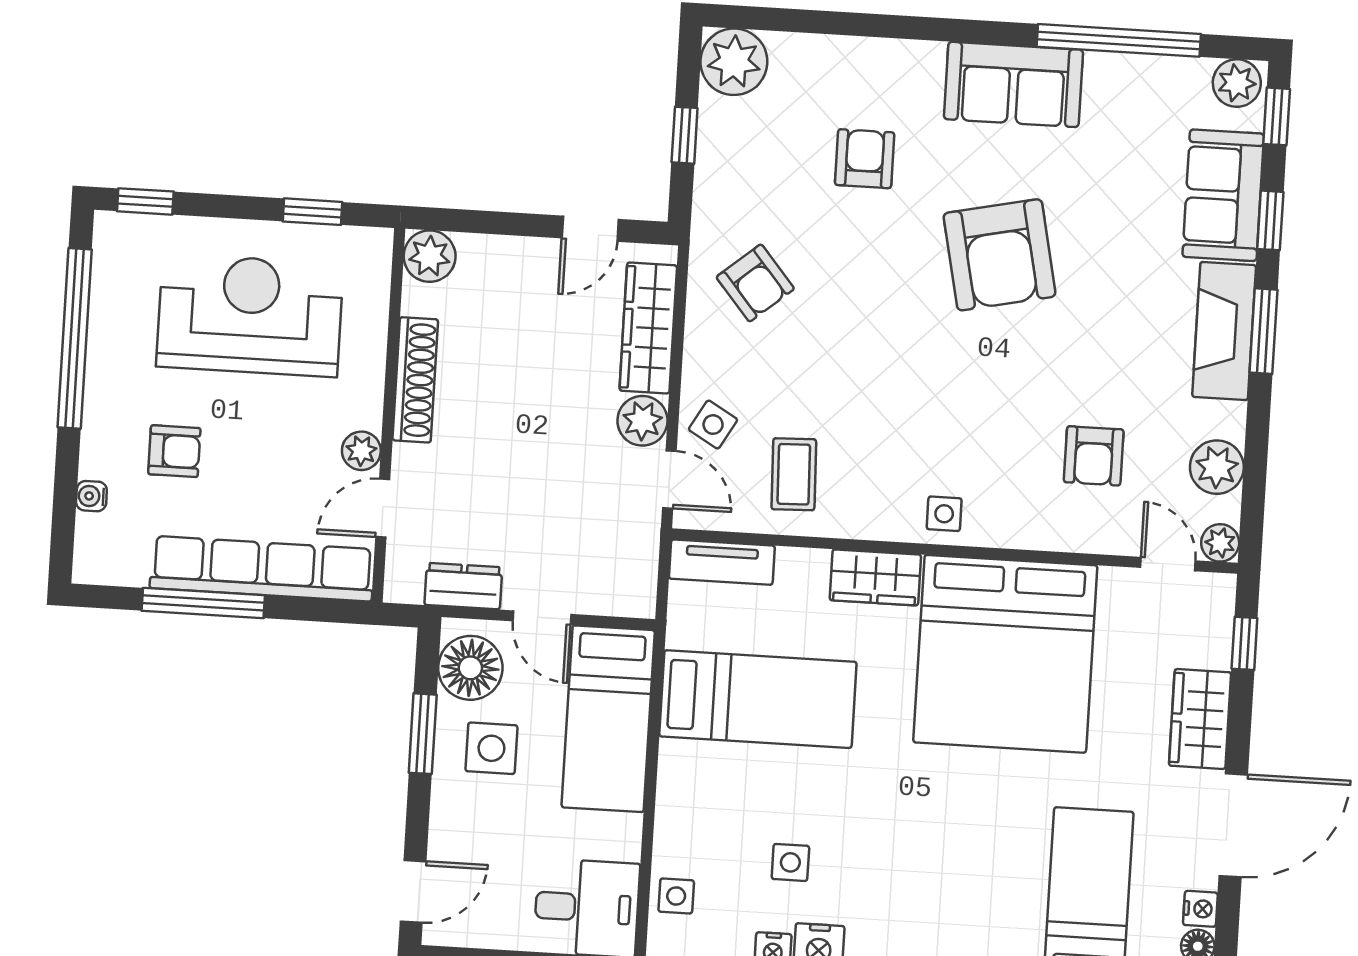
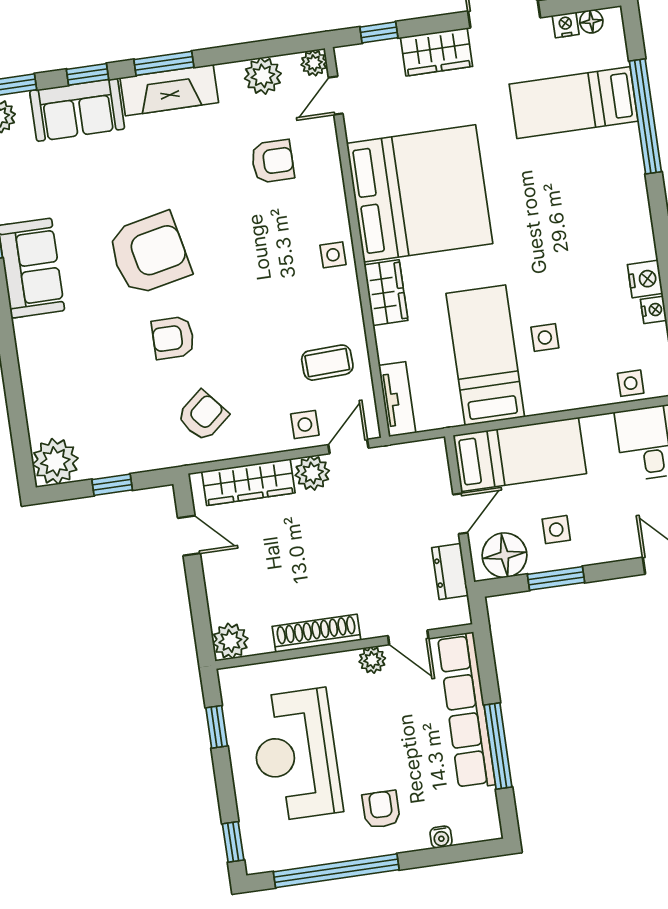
armchair: (865, 159) -> (173, 338), moved
side table: (713, 425) -> (305, 425), turned -30
armchair: (174, 451) -> (381, 809), moved
side table: (491, 748) -> (556, 530), width x0.73, depth x0.73
side table: (790, 862) -> (545, 337), moved

